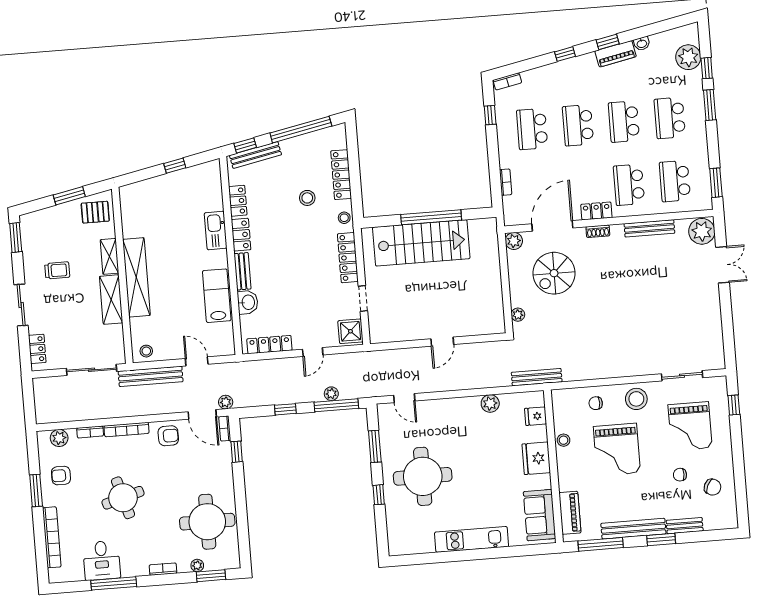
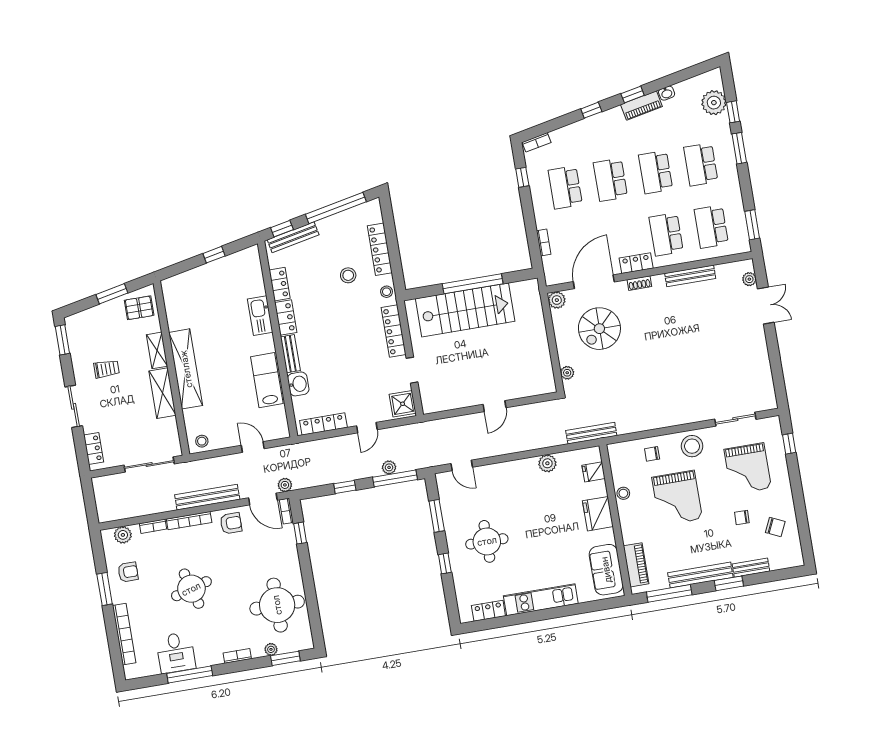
plant: (702, 231) -> (749, 279), width x0.53, depth x0.53
bench: (151, 376) -> (207, 497), moved
armchair: (61, 476) -> (128, 572), turned 180
round table: (423, 476) -> (487, 541), width x0.73, depth x0.73
locker: (418, 546) -> (488, 611), added

